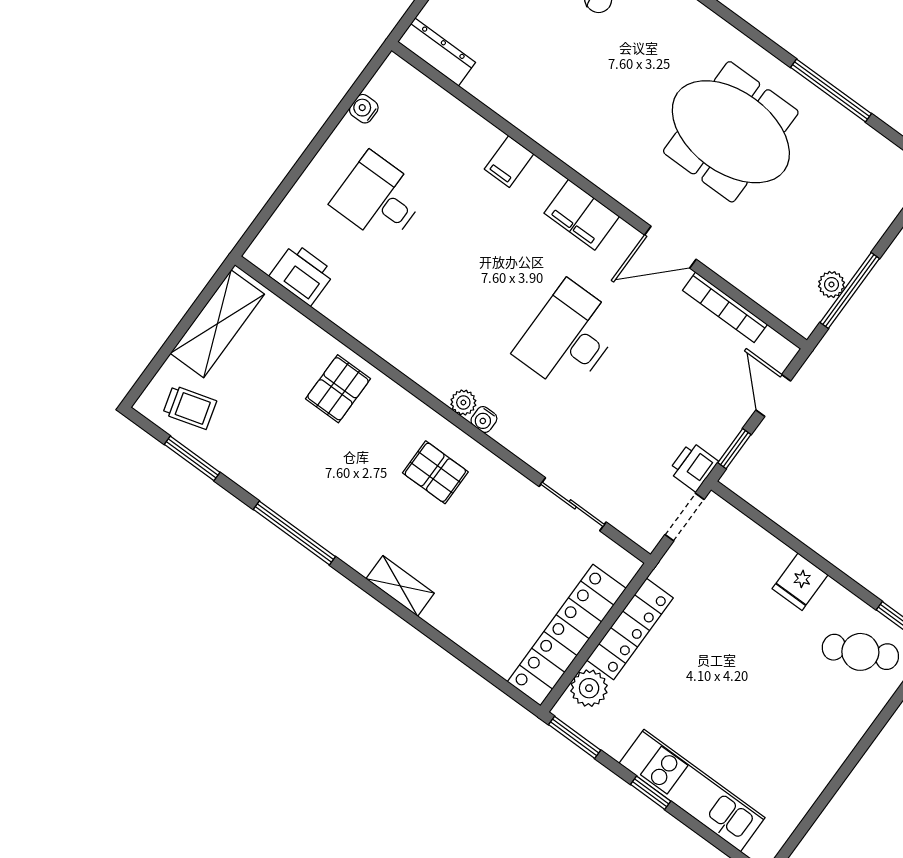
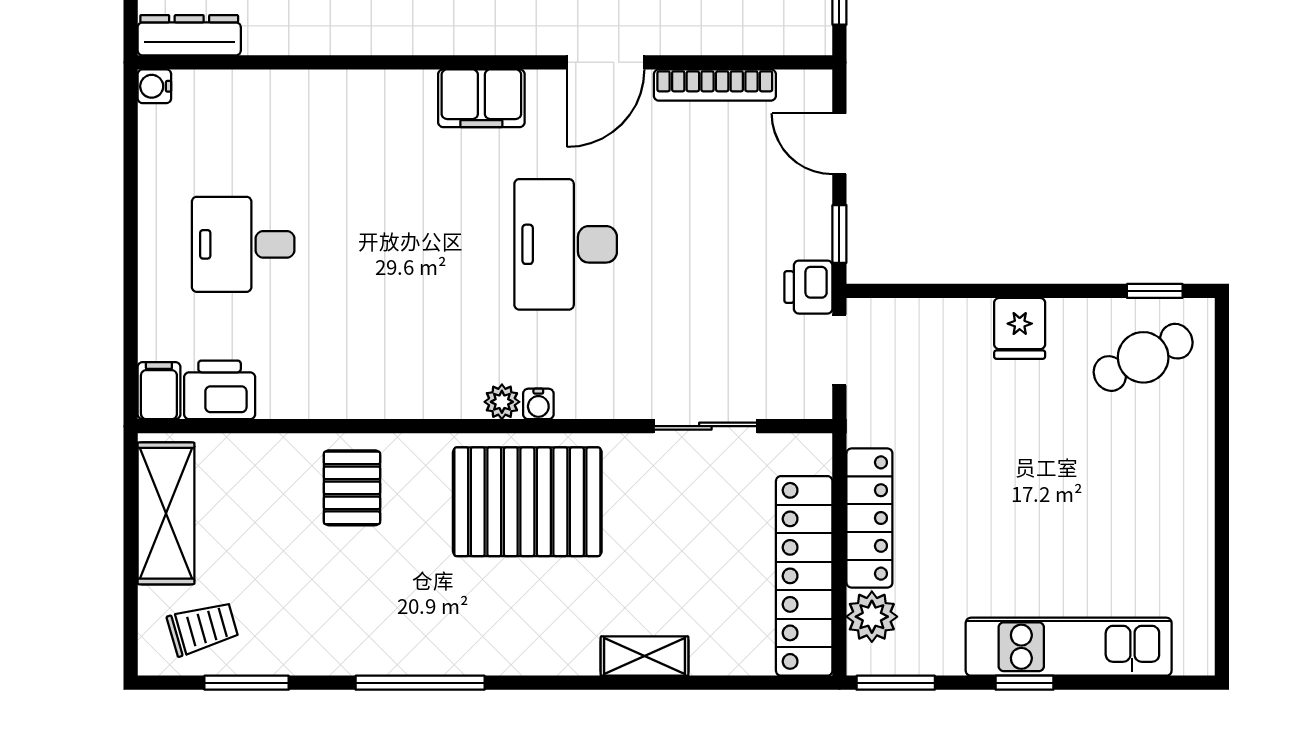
water cooler: (364, 109) -> (154, 86), moved
filing cabinet: (509, 162) -> (159, 391), moved, turned 180
pallet: (435, 472) -> (527, 502), width x2.05, depth x2.00
shelving: (400, 586) -> (645, 656), moved

